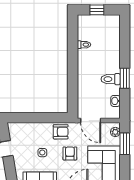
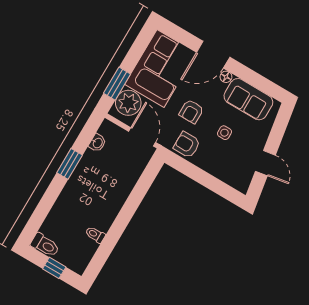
toilet: (111, 79) -> (45, 245), moved
plant: (115, 132) -> (128, 103), width x1.88, depth x1.88

